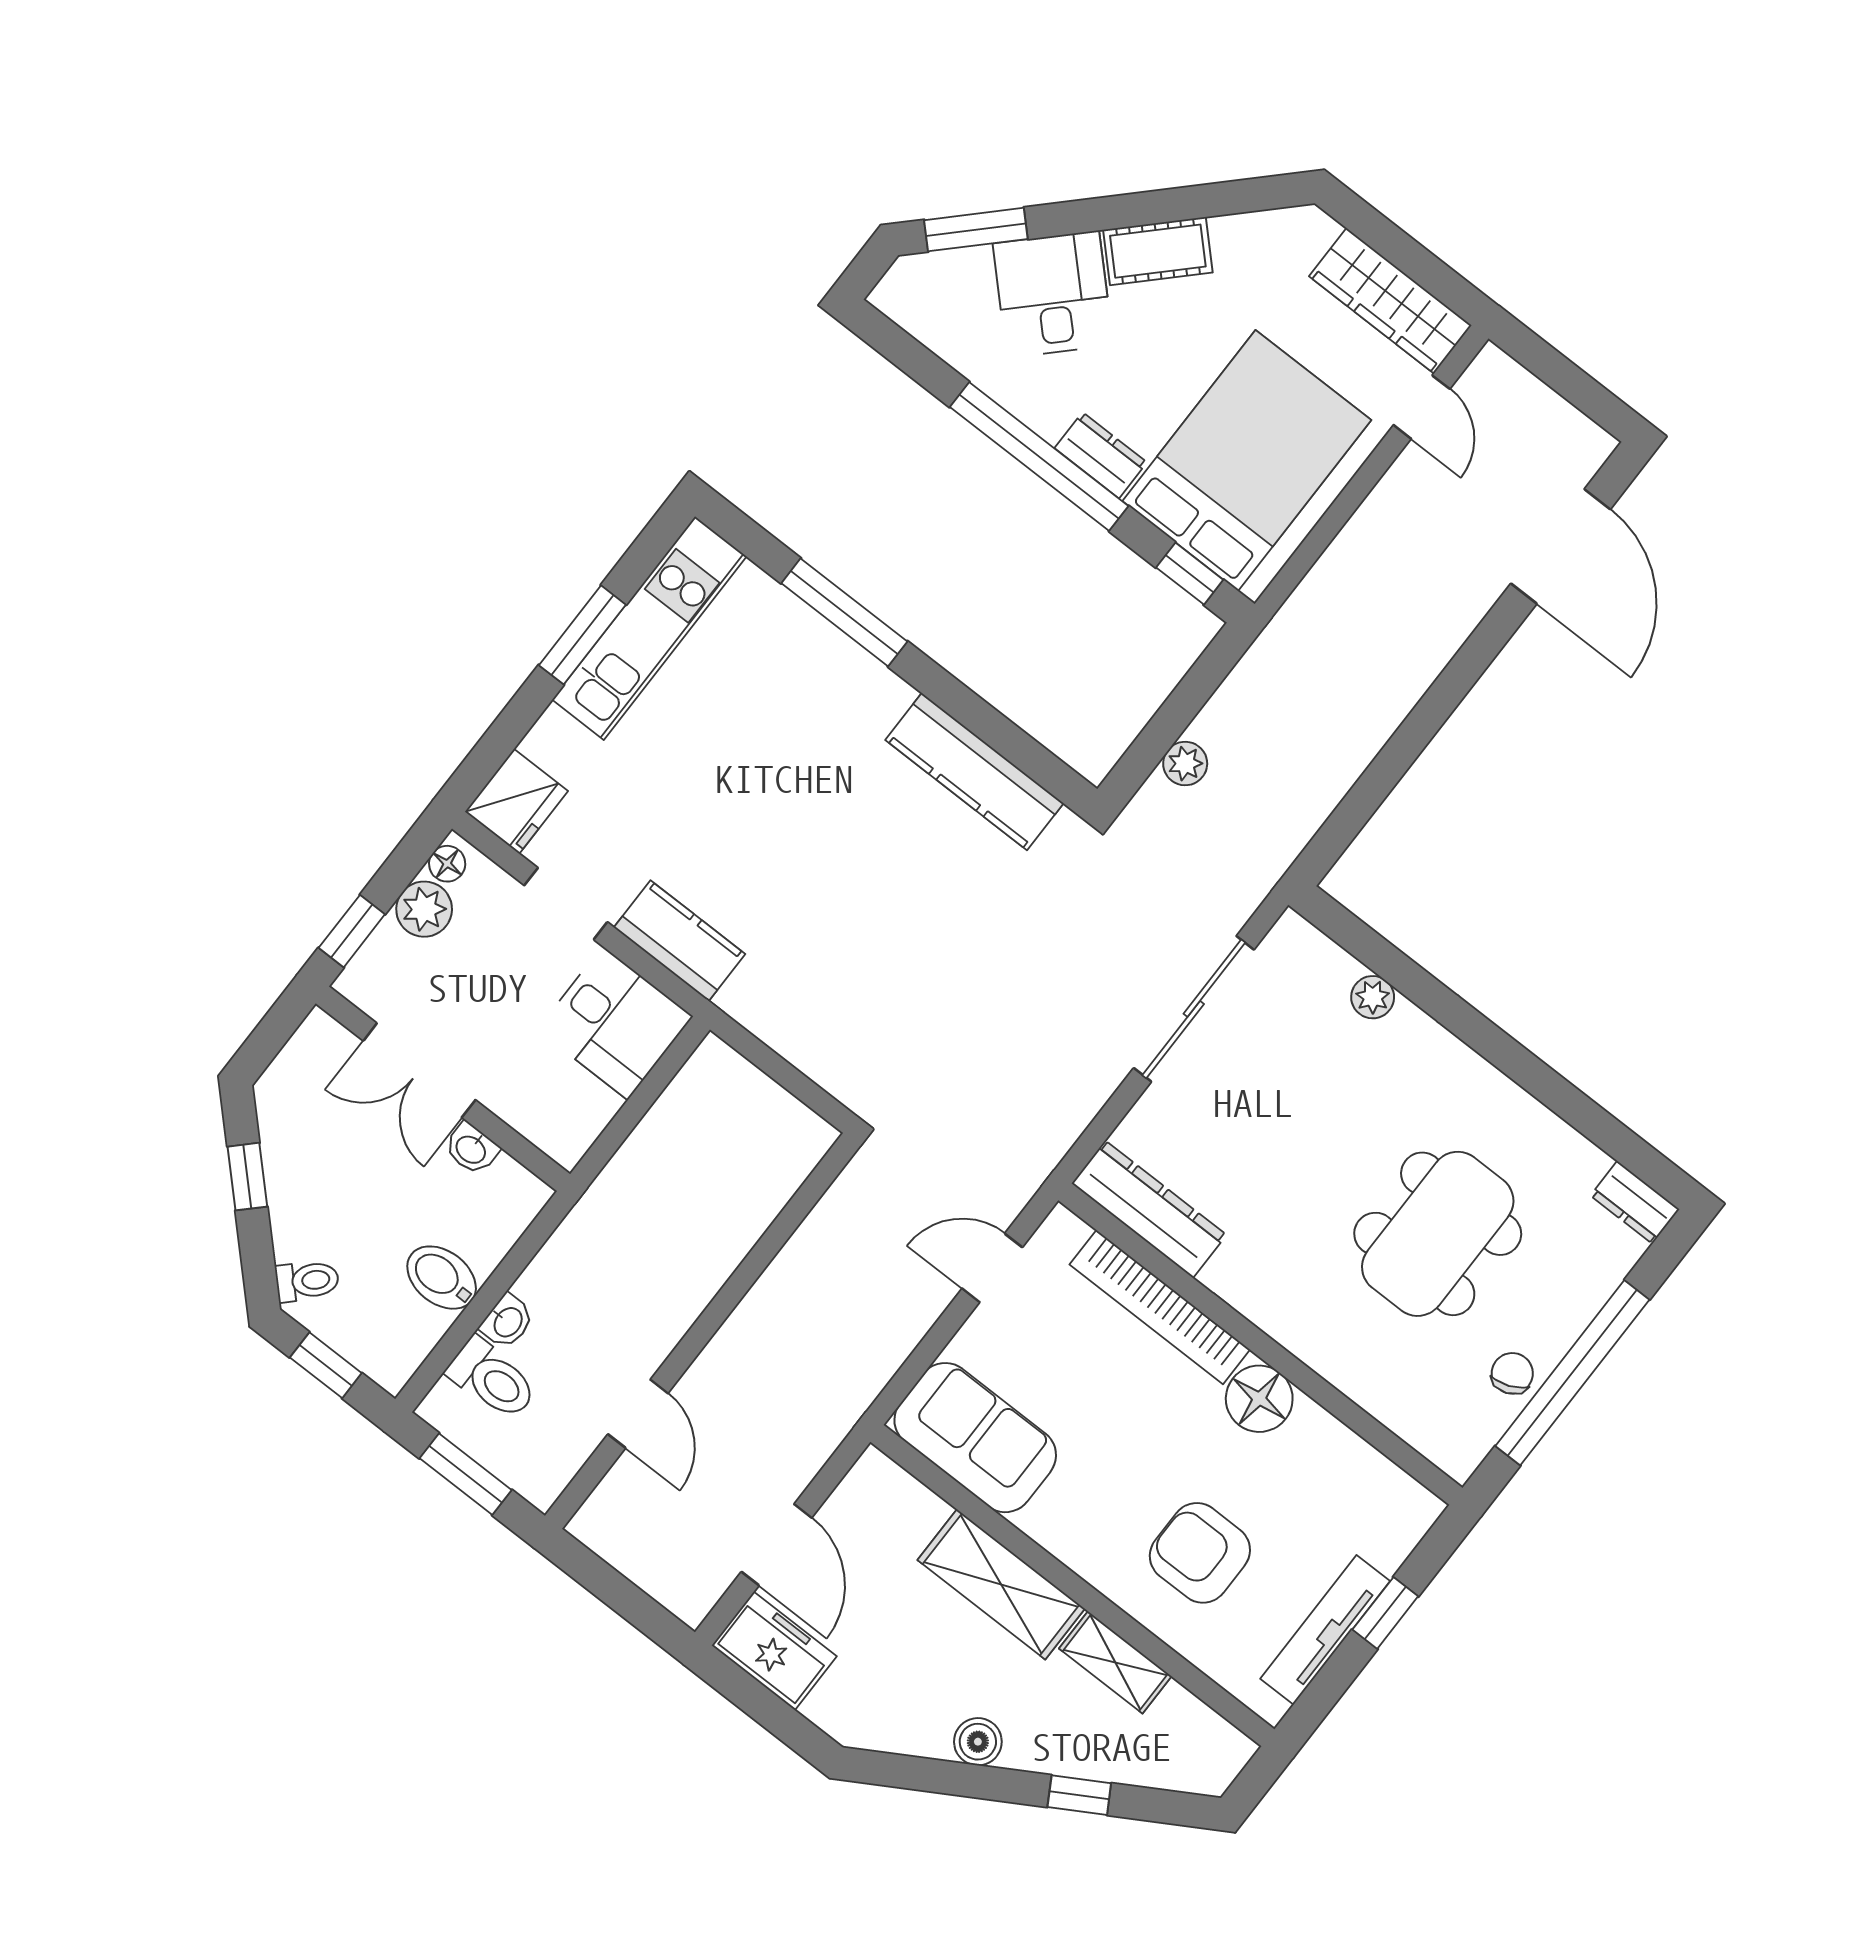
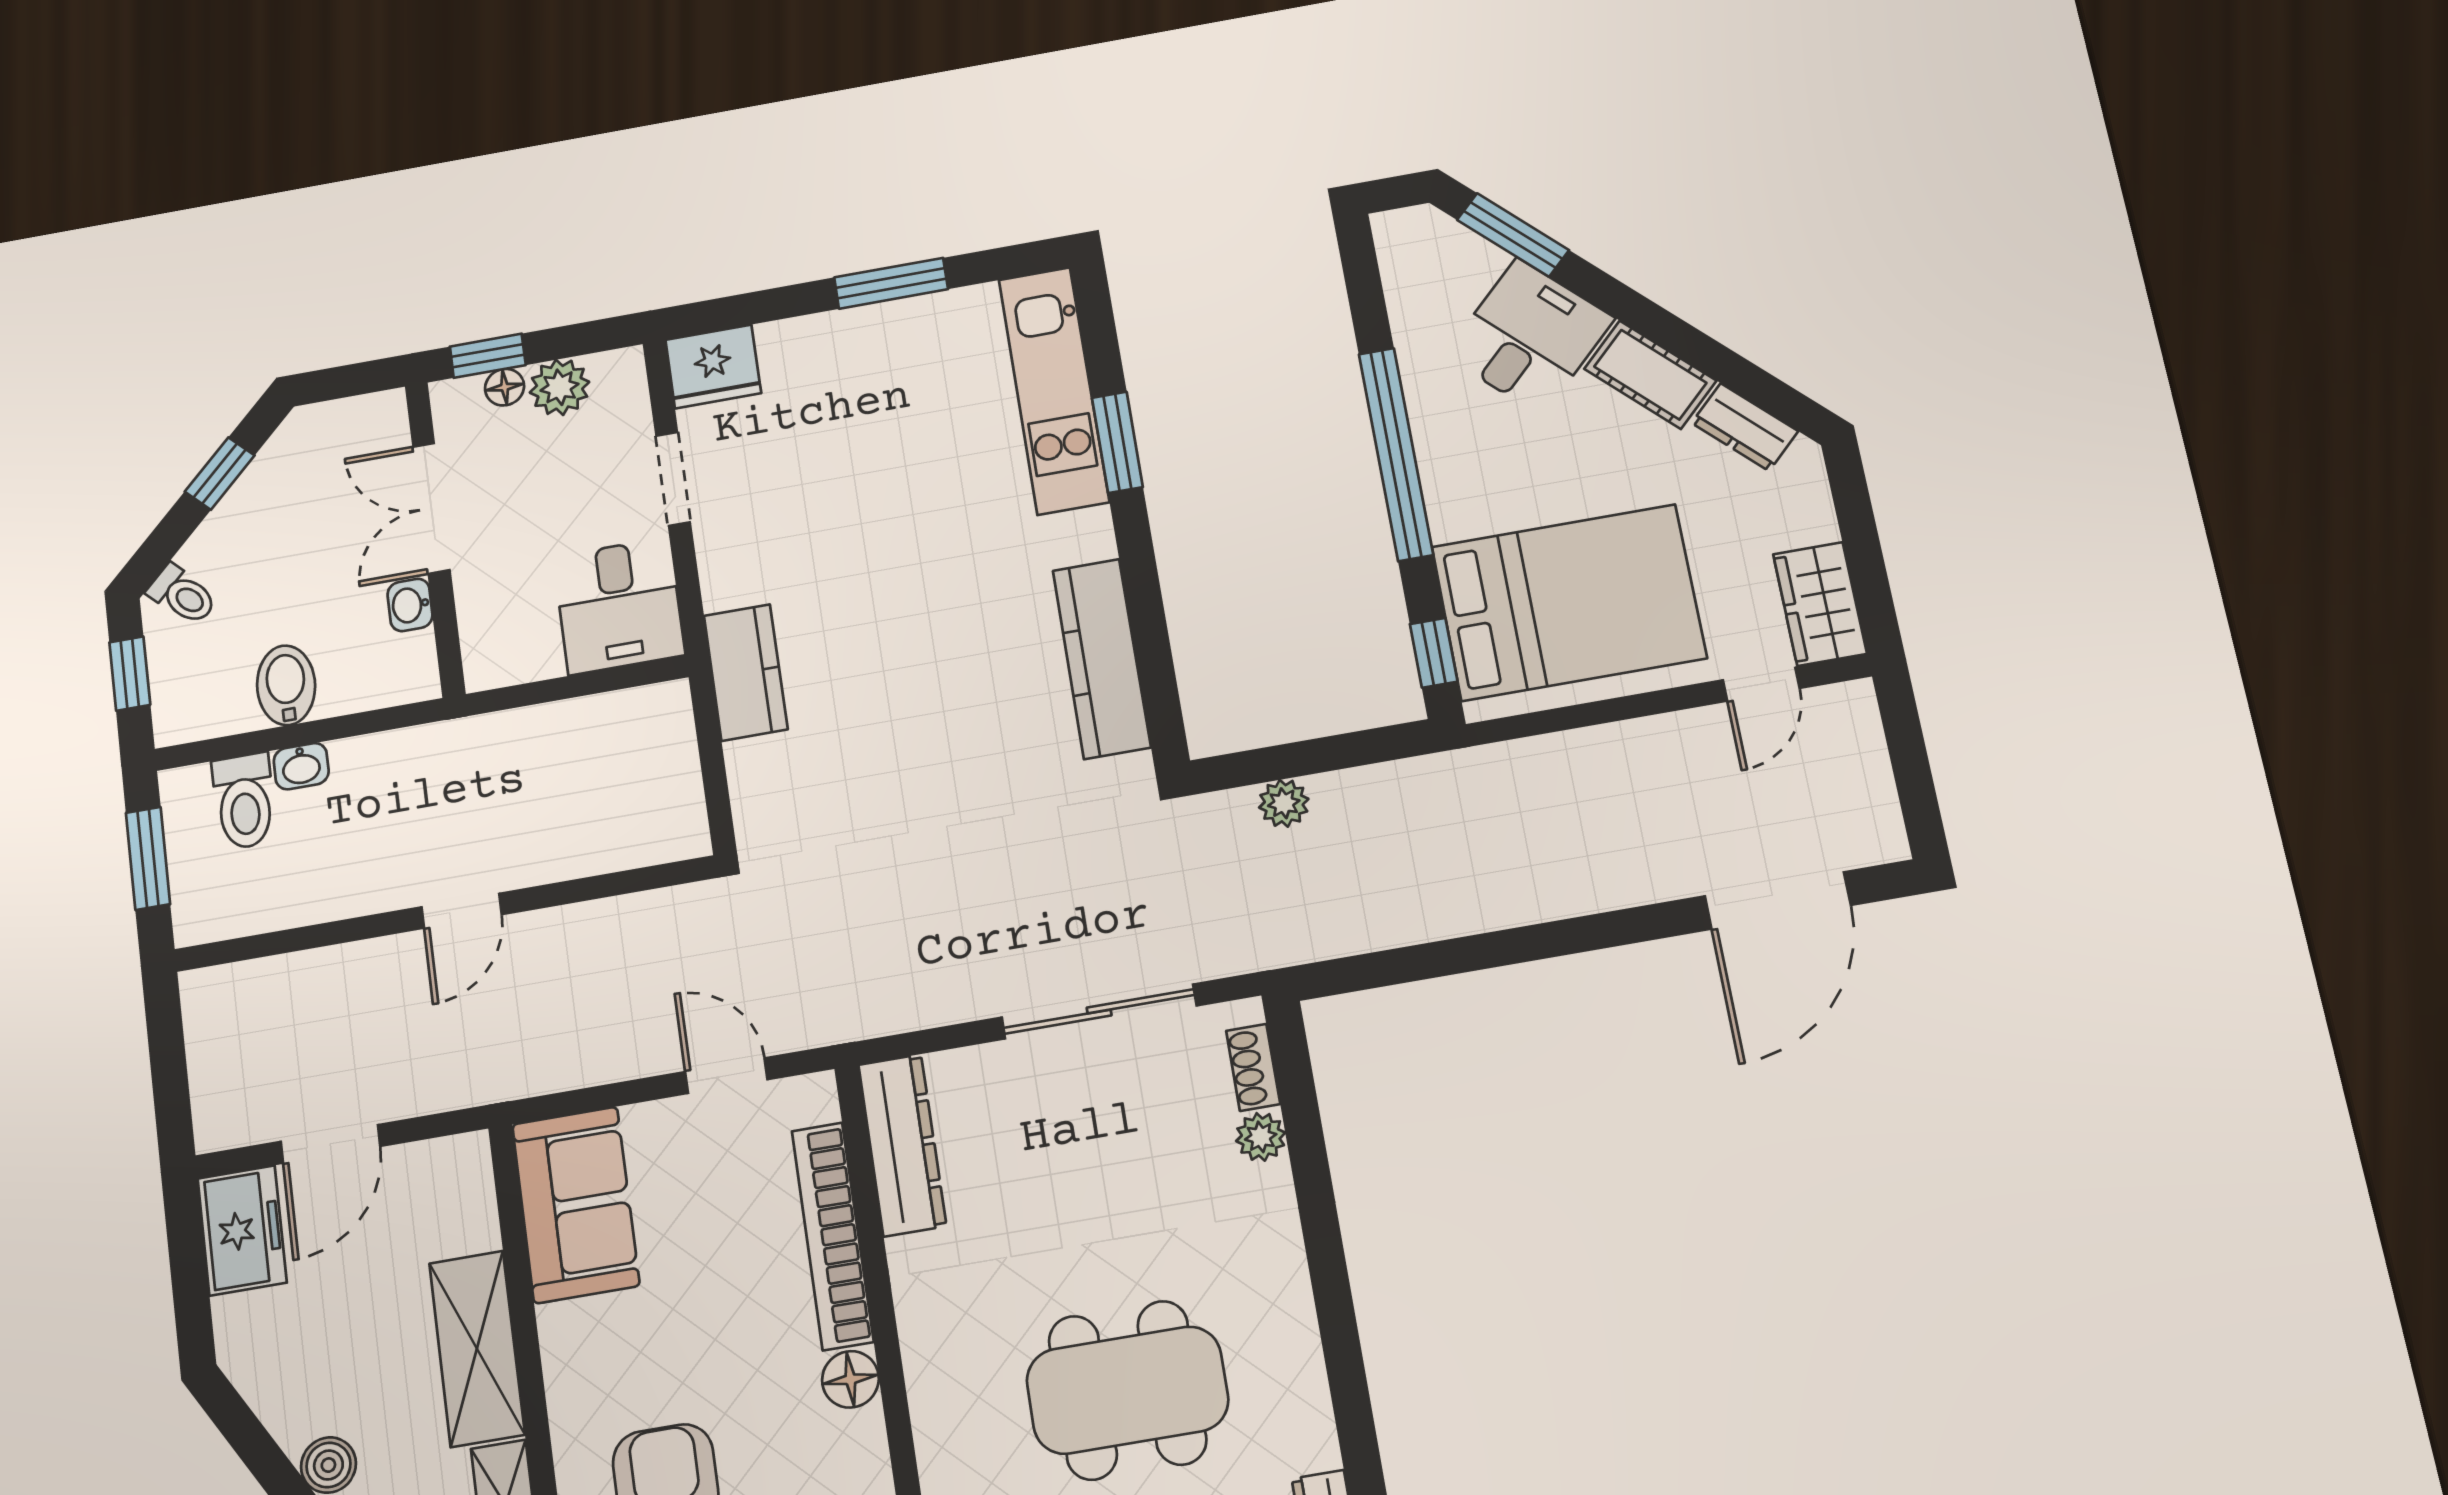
wardrobe: (1390, 301) -> (1820, 604), width x0.67
dresser: (1101, 455) -> (1745, 427), moved, turned 135
window: (844, 612) -> (1117, 442), width x0.69
kitchen unit: (649, 628) -> (1054, 390), moved, turned 90
floor lamp: (447, 864) -> (505, 387), moved
kitchen counter: (679, 941) -> (746, 672), moved
shoe rack: (1326, 956) -> (1253, 1067), added
floor lamp: (1259, 1399) -> (850, 1379), width x0.73, depth x0.73
door: (638, 1414) -> (462, 911), moved

